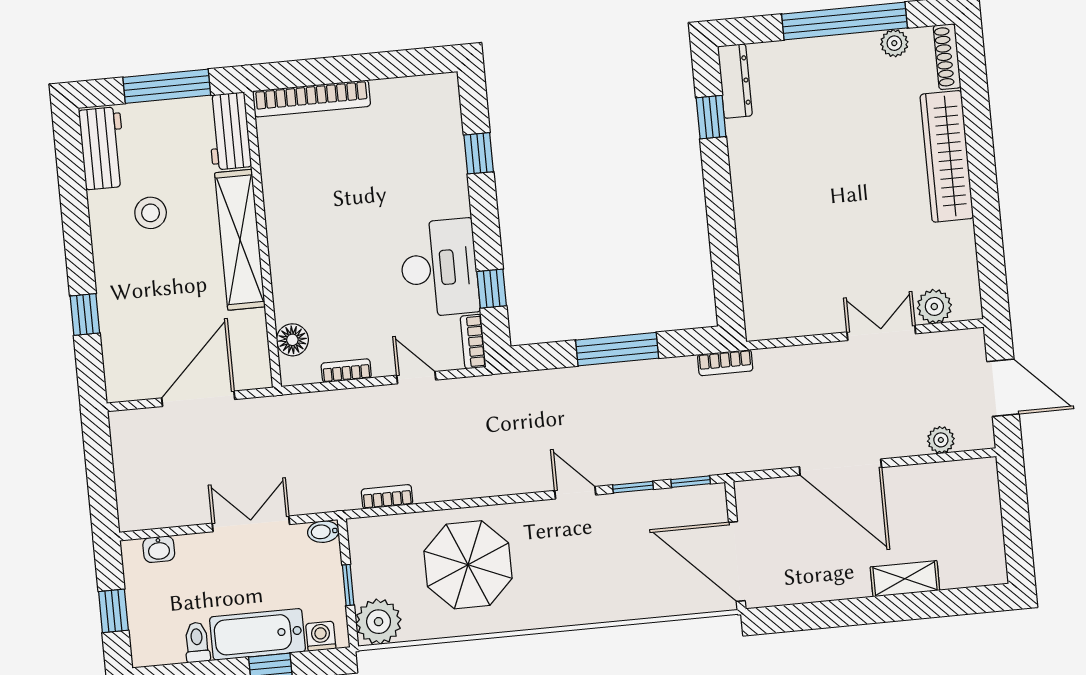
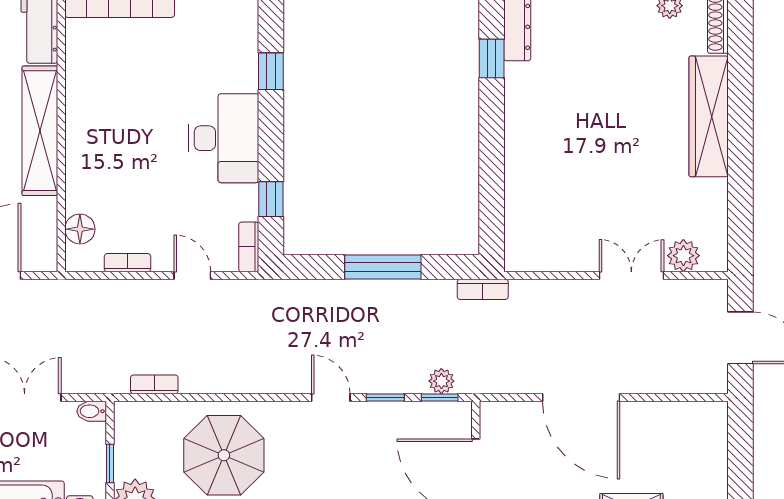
desk: (439, 268) -> (224, 138), moved
plant: (941, 440) -> (441, 381), moved

